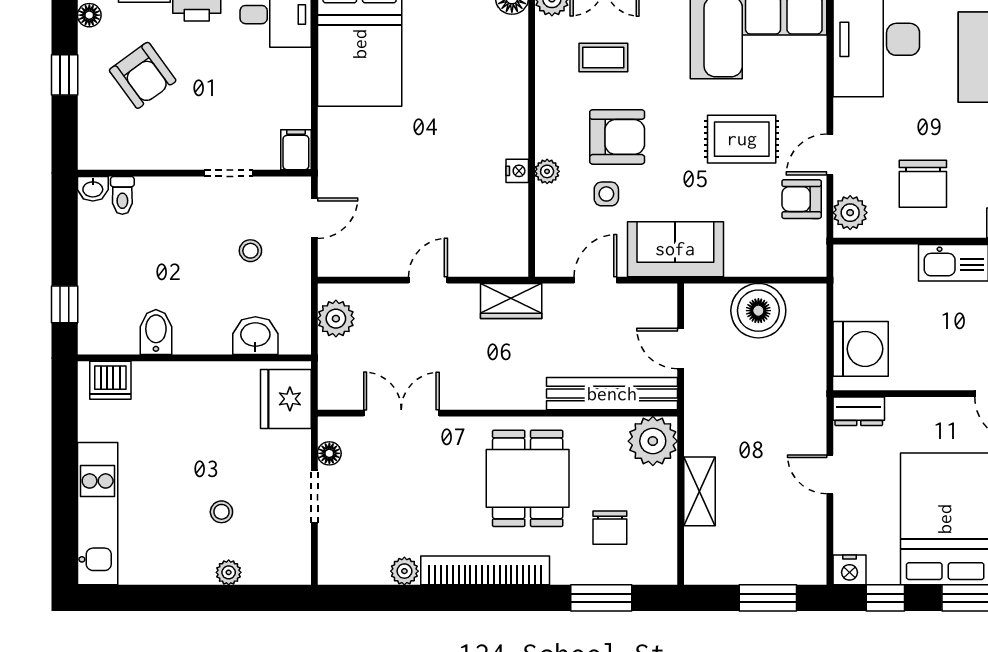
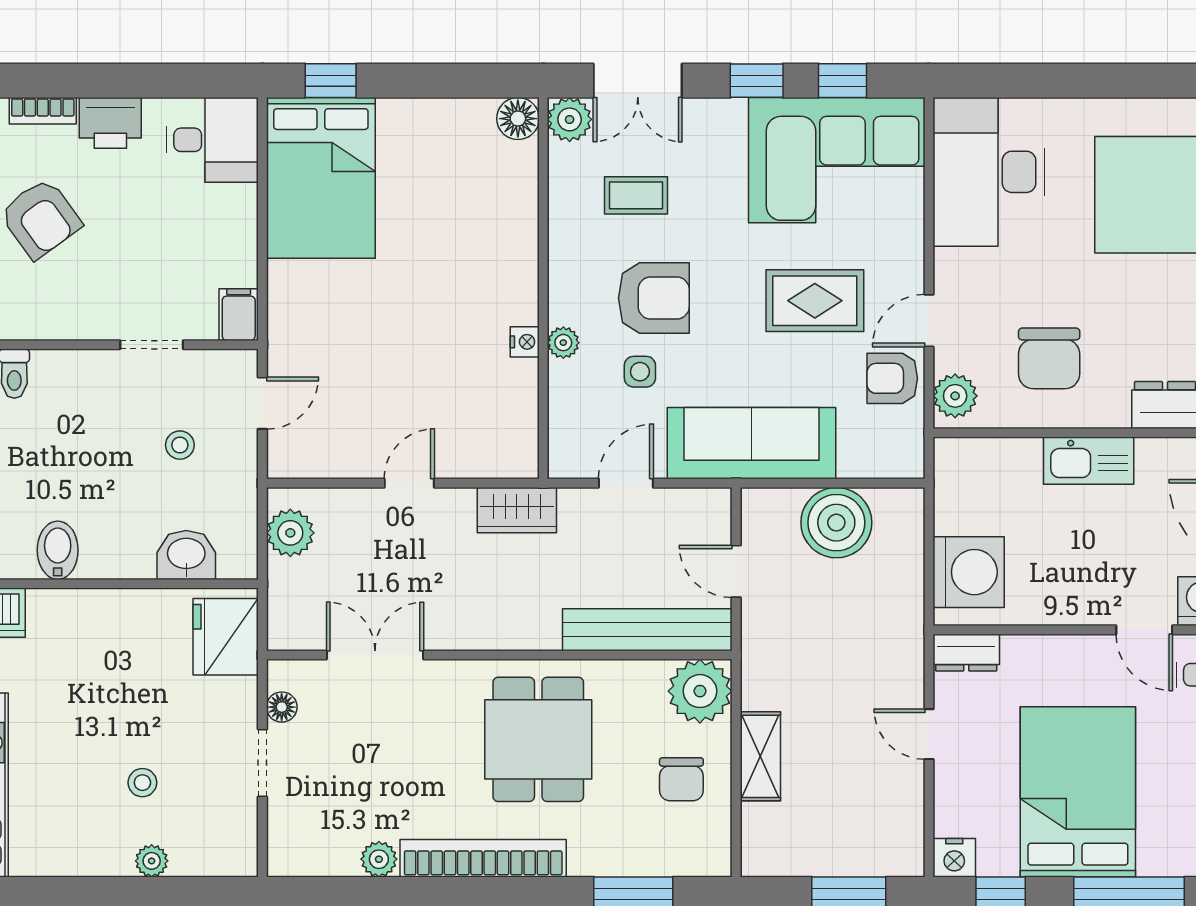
sofa: (675, 249) -> (752, 443), width x1.36
chair: (610, 528) -> (681, 779), moved

